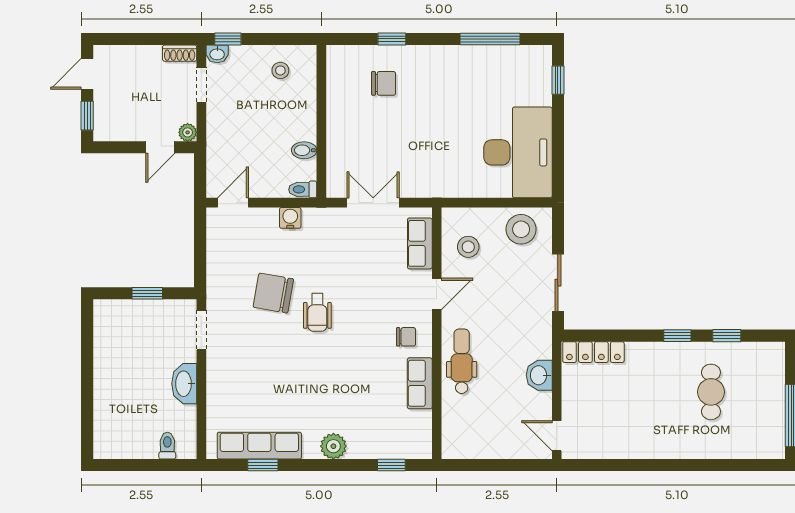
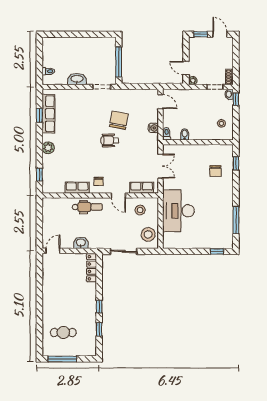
window: (392, 39) -> (236, 163), moved
desk: (518, 152) -> (178, 211), moved, turned 90
window: (147, 293) -> (119, 62), width x2.17
cafe table: (711, 392) -> (63, 332), moved

